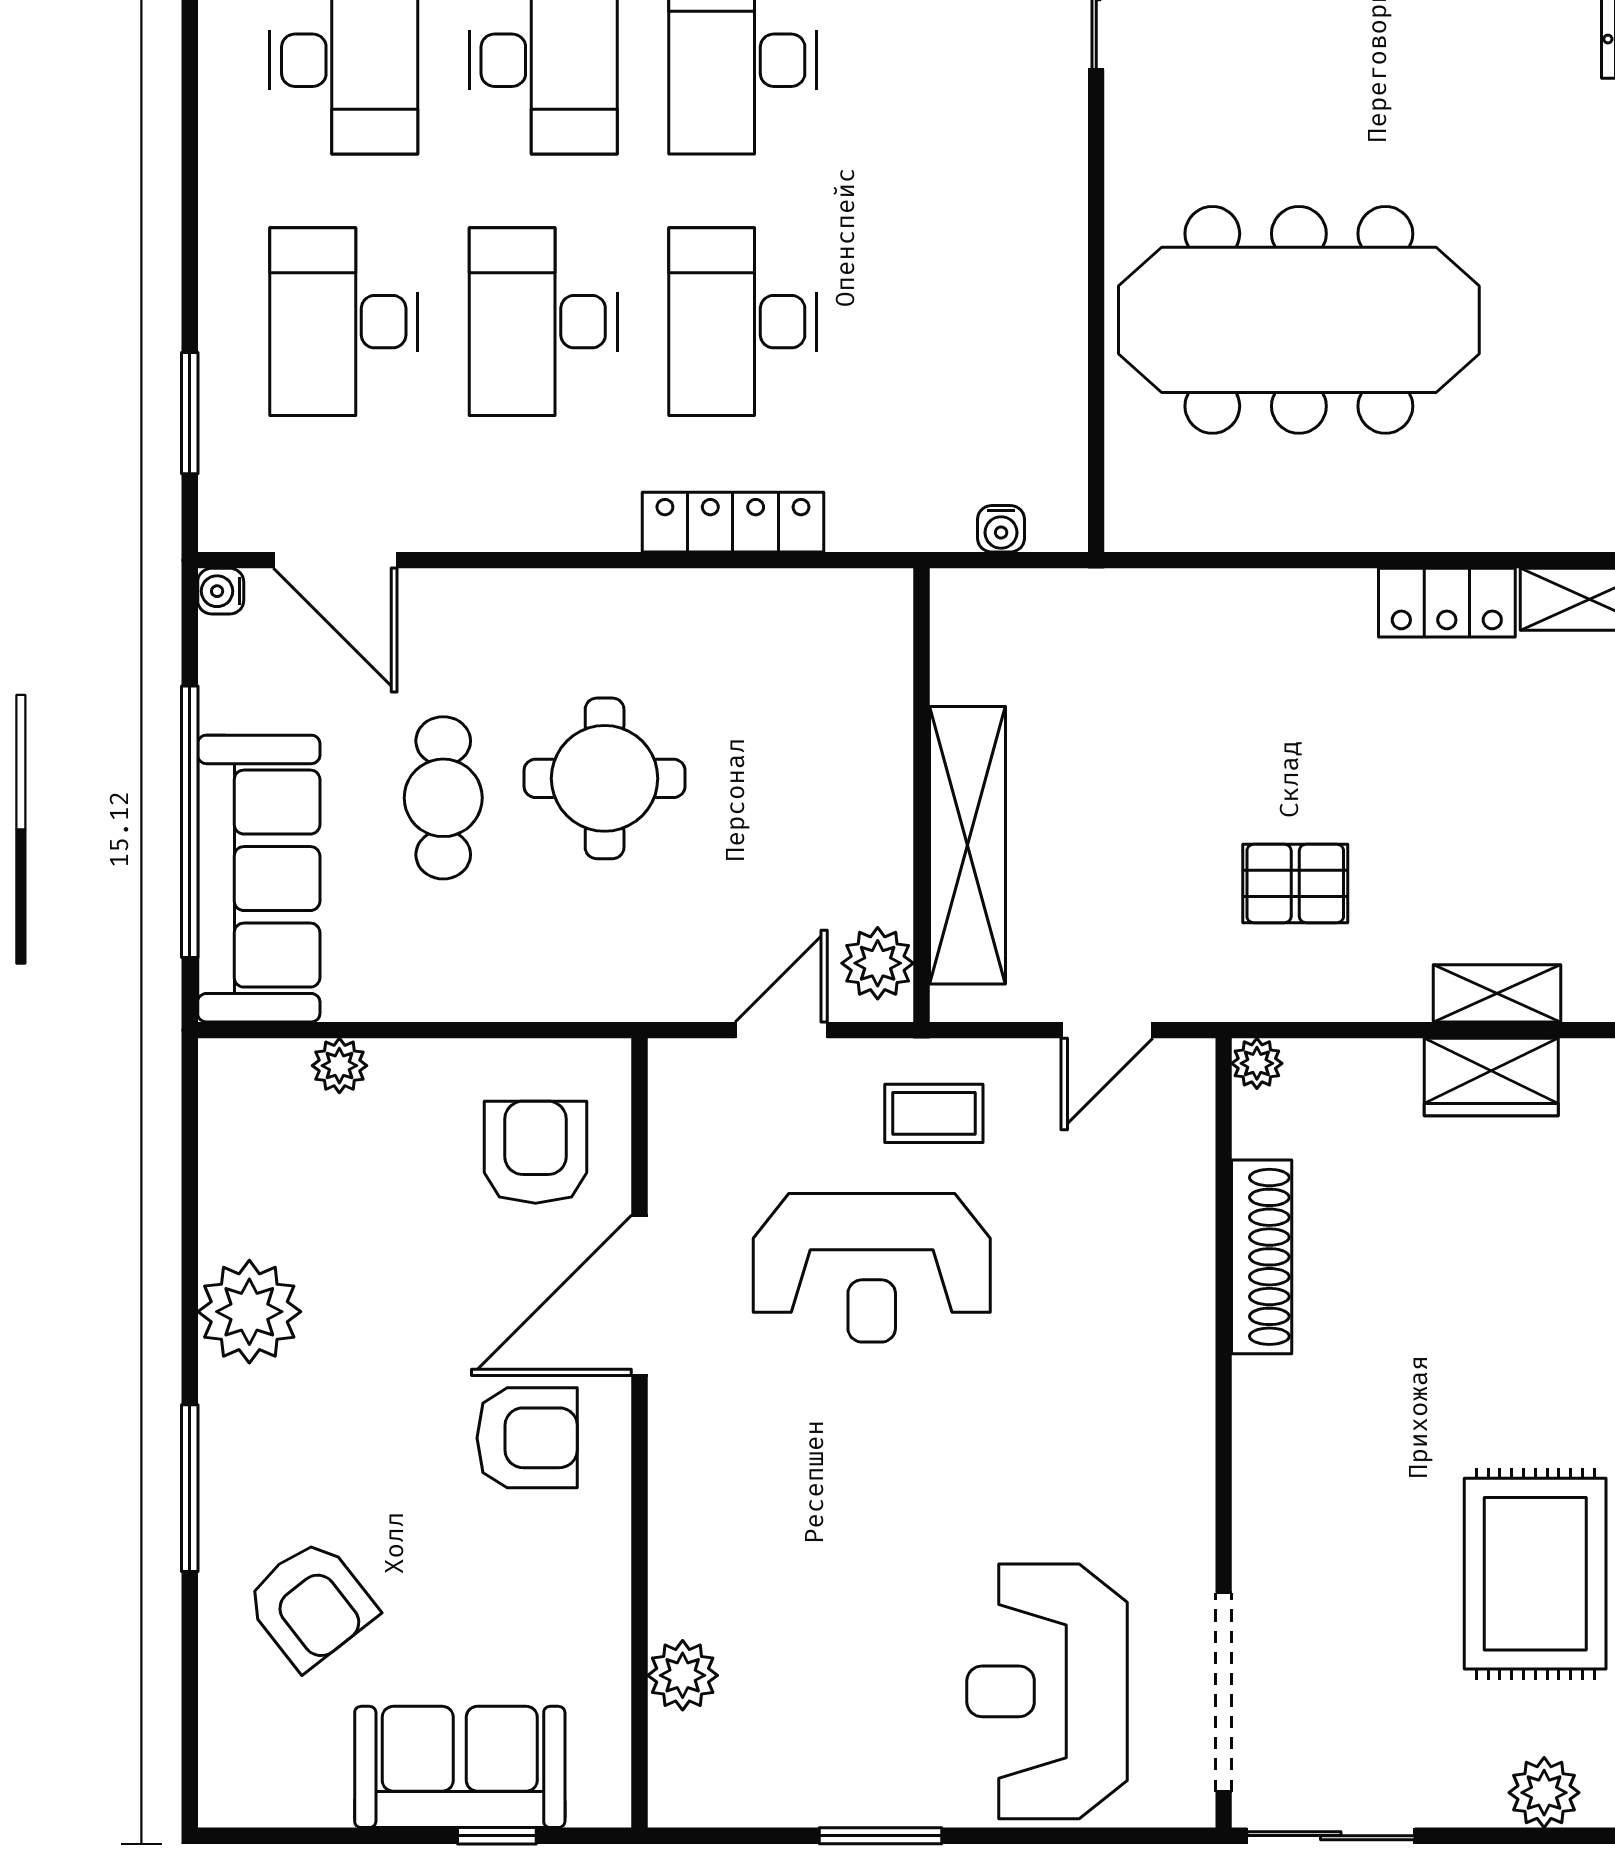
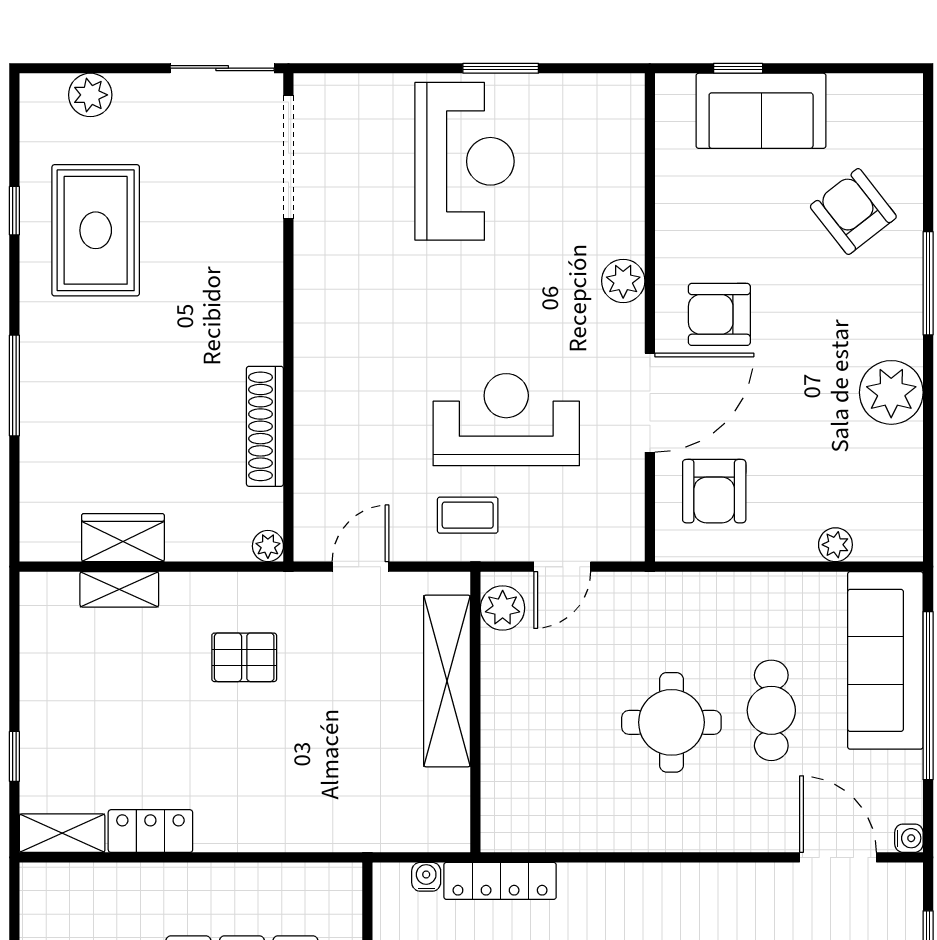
locker: (733, 522) -> (500, 881), moved
plant: (683, 1675) -> (623, 281), moved
reception desk: (1047, 1691) -> (465, 161), moved

